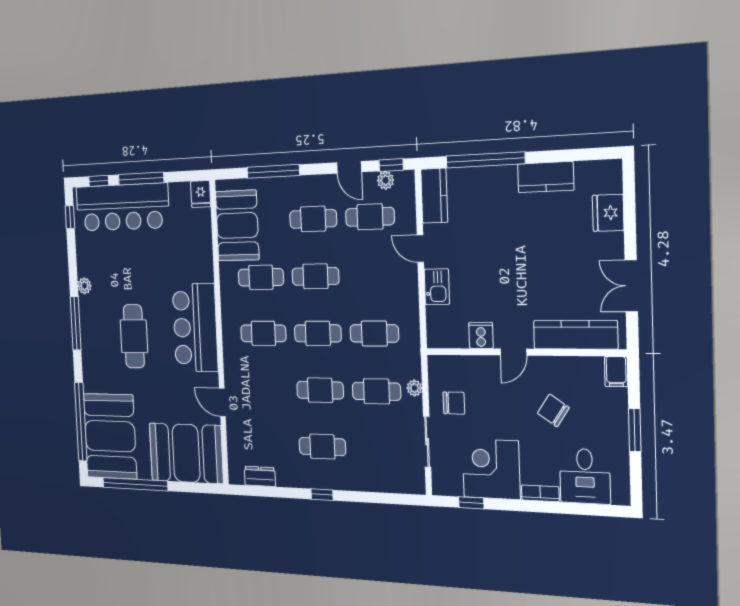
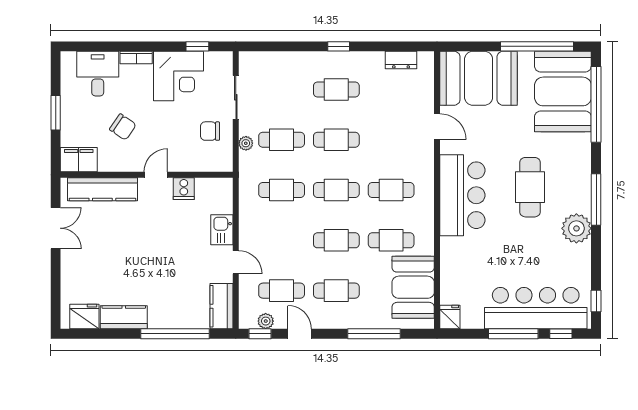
fridge: (608, 213) -> (84, 317), moved, turned -90
plant: (85, 286) -> (576, 228), width x1.88, depth x1.88
filing cabinet: (616, 372) -> (79, 160), width x2.00

